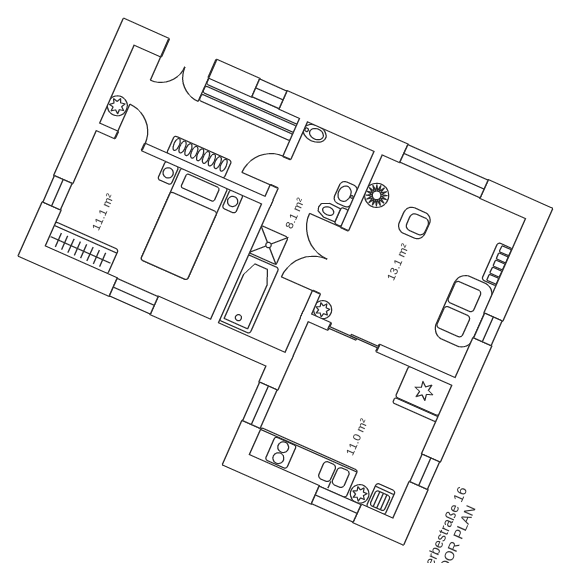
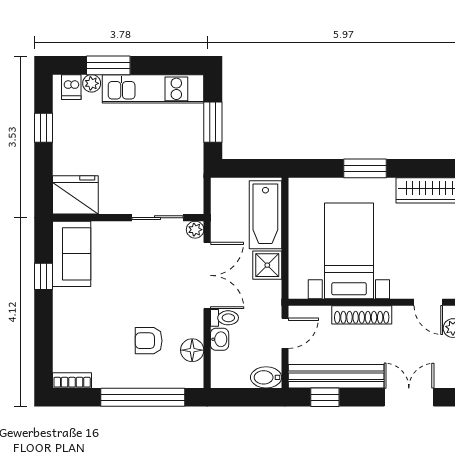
bidet: (315, 133) -> (266, 377), width x1.38, depth x1.36
bookcase: (497, 264) -> (72, 380), moved, turned -90
sofa: (464, 311) -> (72, 254), moved

